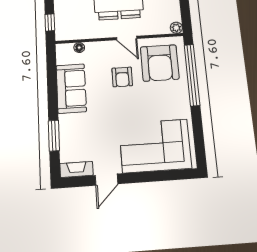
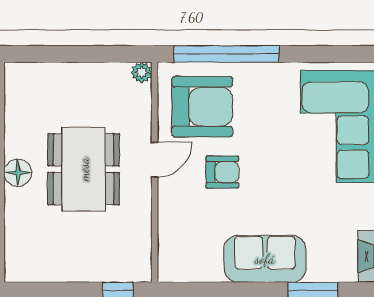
floor lamp: (79, 48) -> (166, 242), removed
sofa: (71, 88) -> (265, 259), moved

